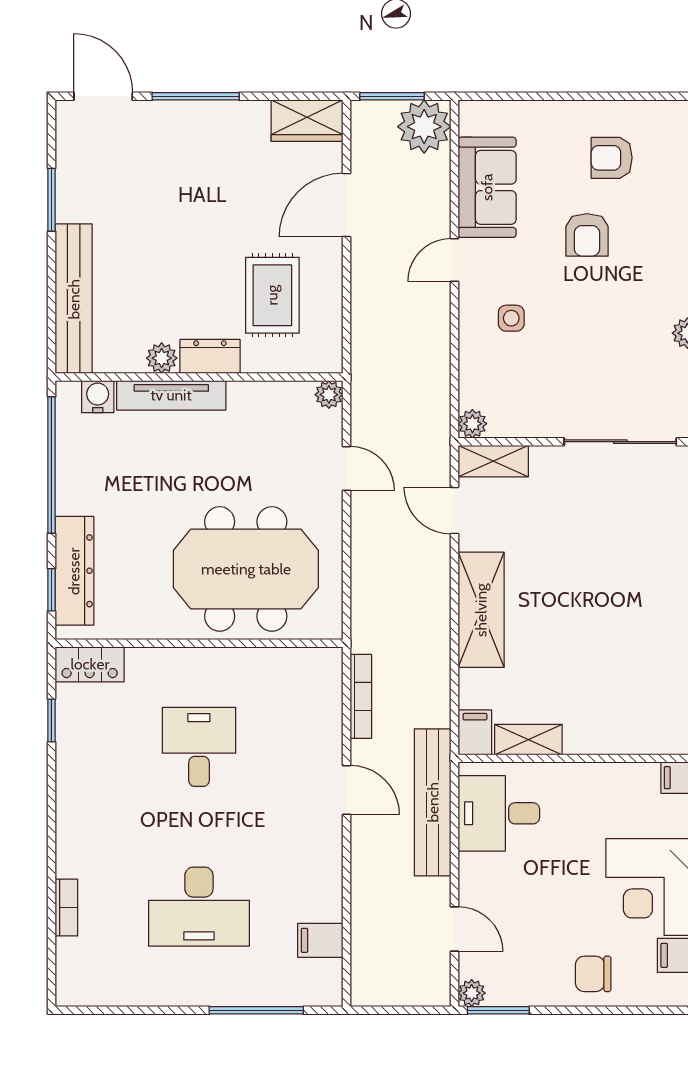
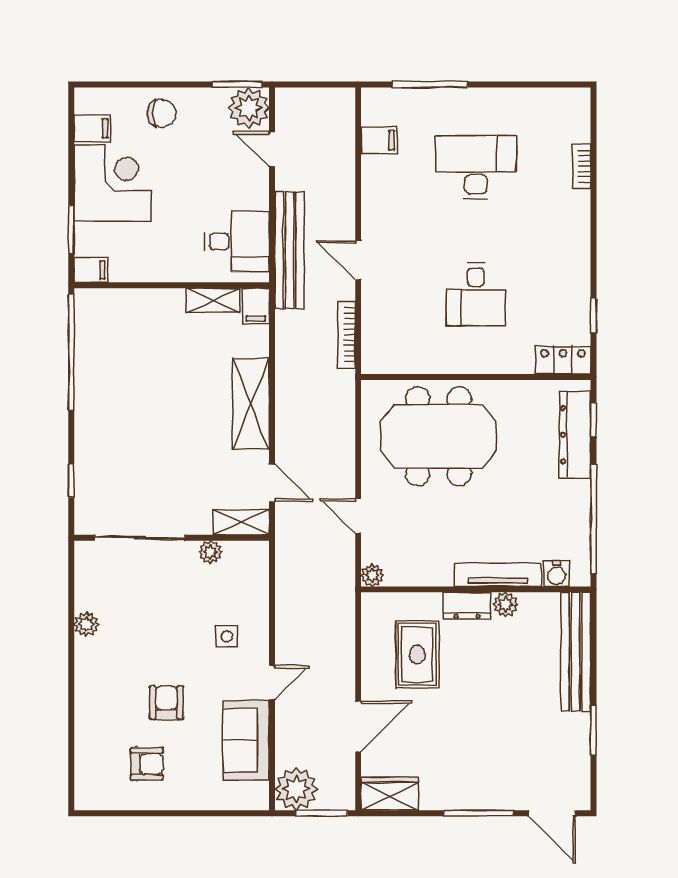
plant: (472, 424) -> (210, 552), moved
plant: (472, 993) -> (249, 108), width x1.88, depth x1.88

